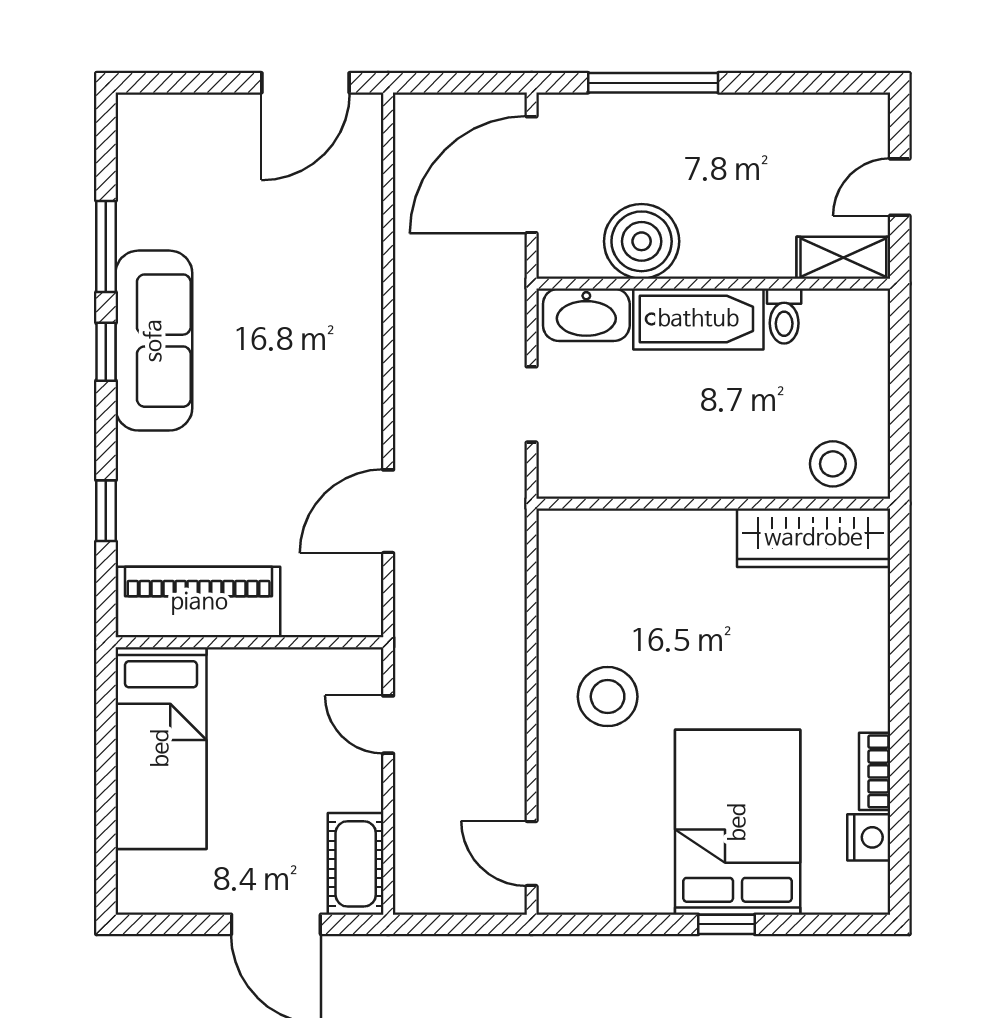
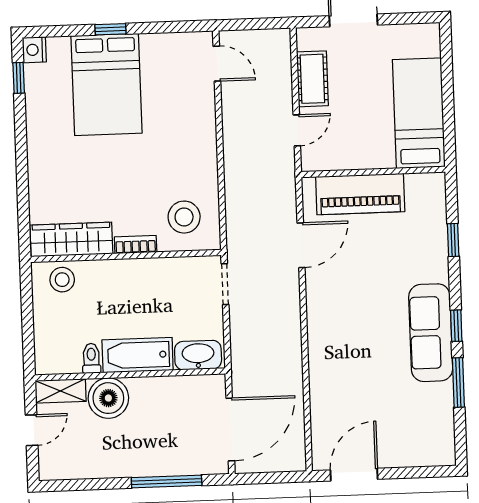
boiler: (642, 241) -> (108, 398), moved
doorway: (532, 404) -> (225, 284), moved
piano: (199, 602) -> (360, 194), moved
stool: (608, 697) -> (184, 217), moved
door: (388, 725) -> (297, 130), hinge flipped
bookcase: (875, 771) -> (136, 245), moved, turned -90
nightstand: (869, 837) -> (34, 50), moved
window: (900, 841) -> (19, 78), added
cot: (356, 864) -> (312, 79), moved

